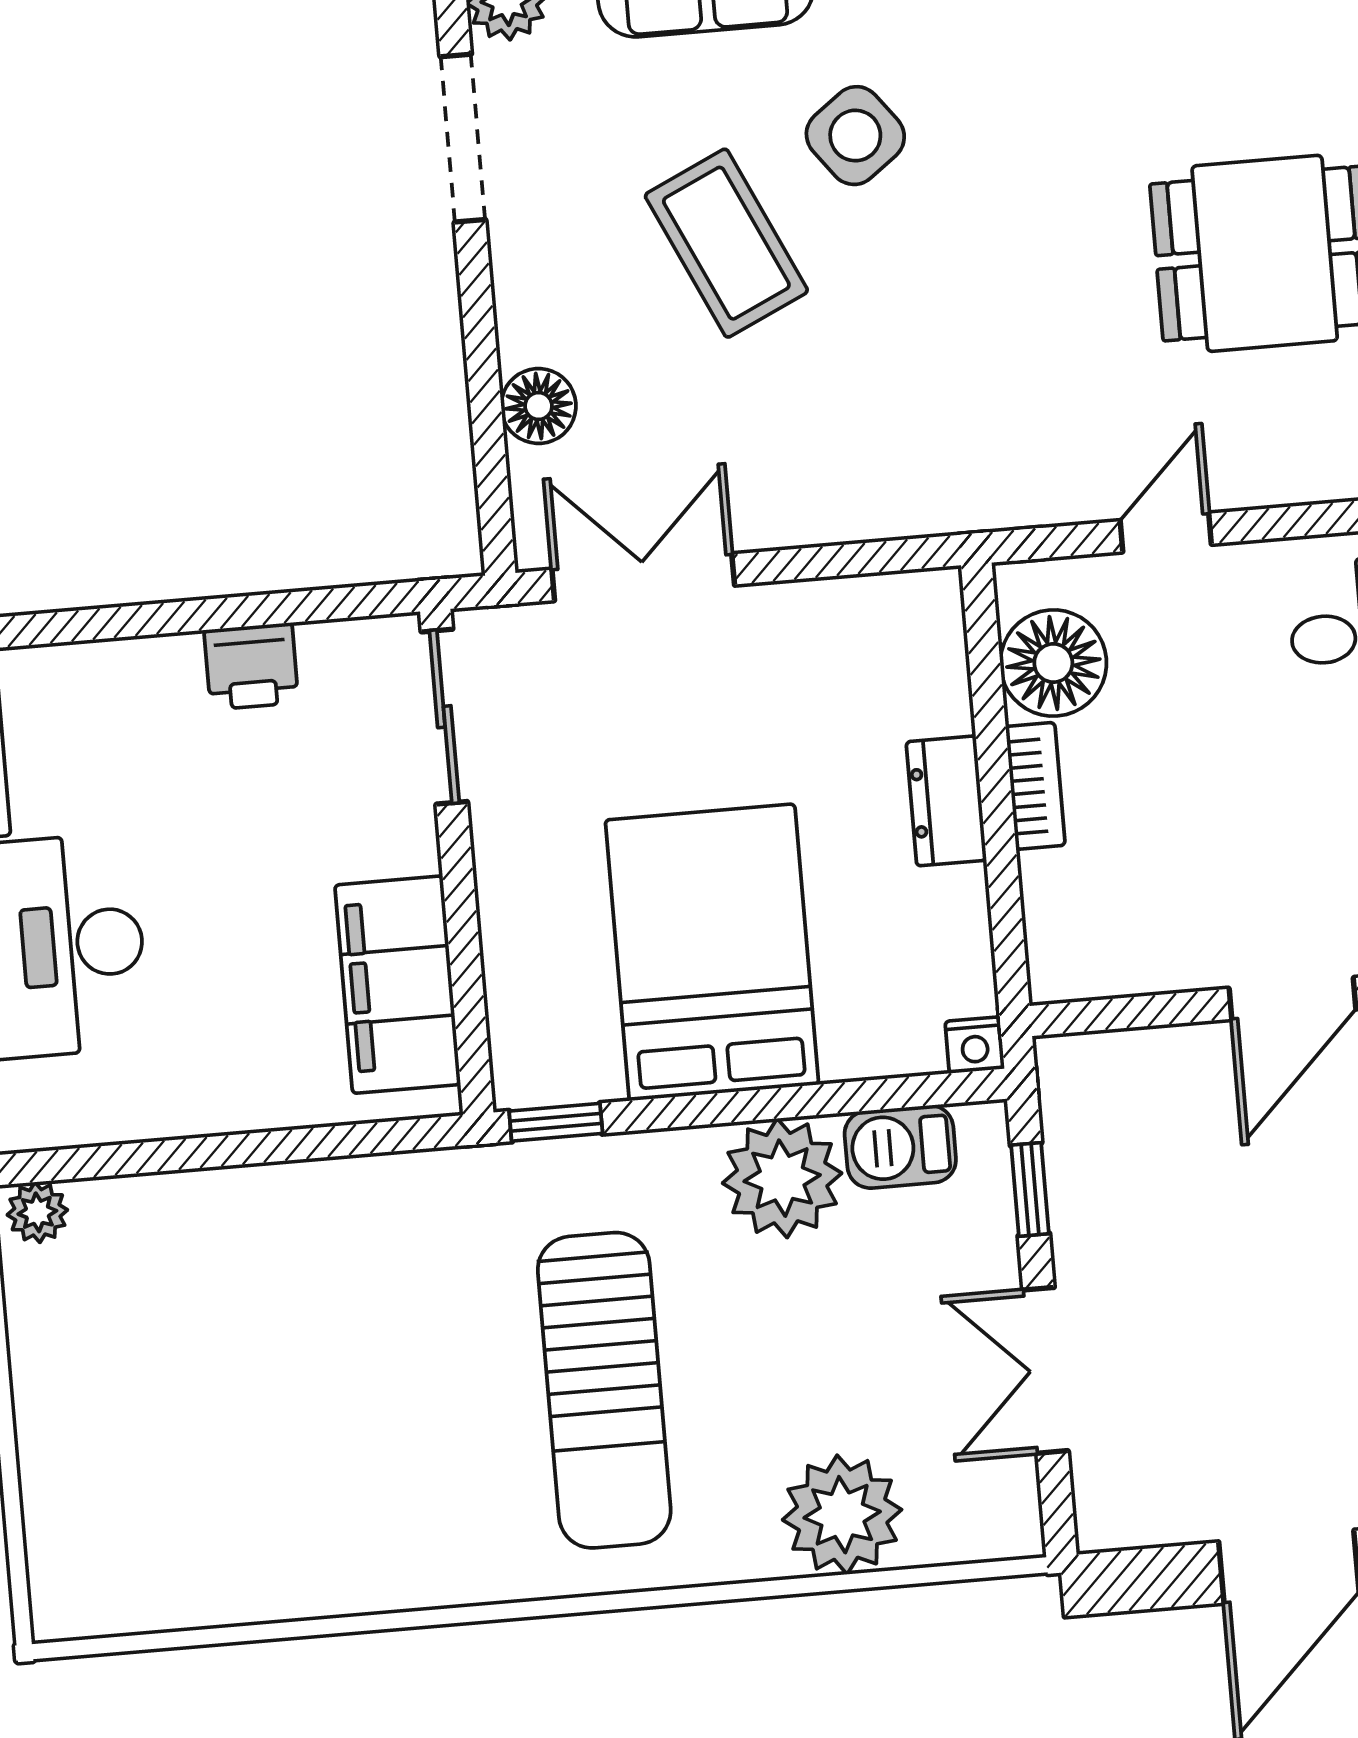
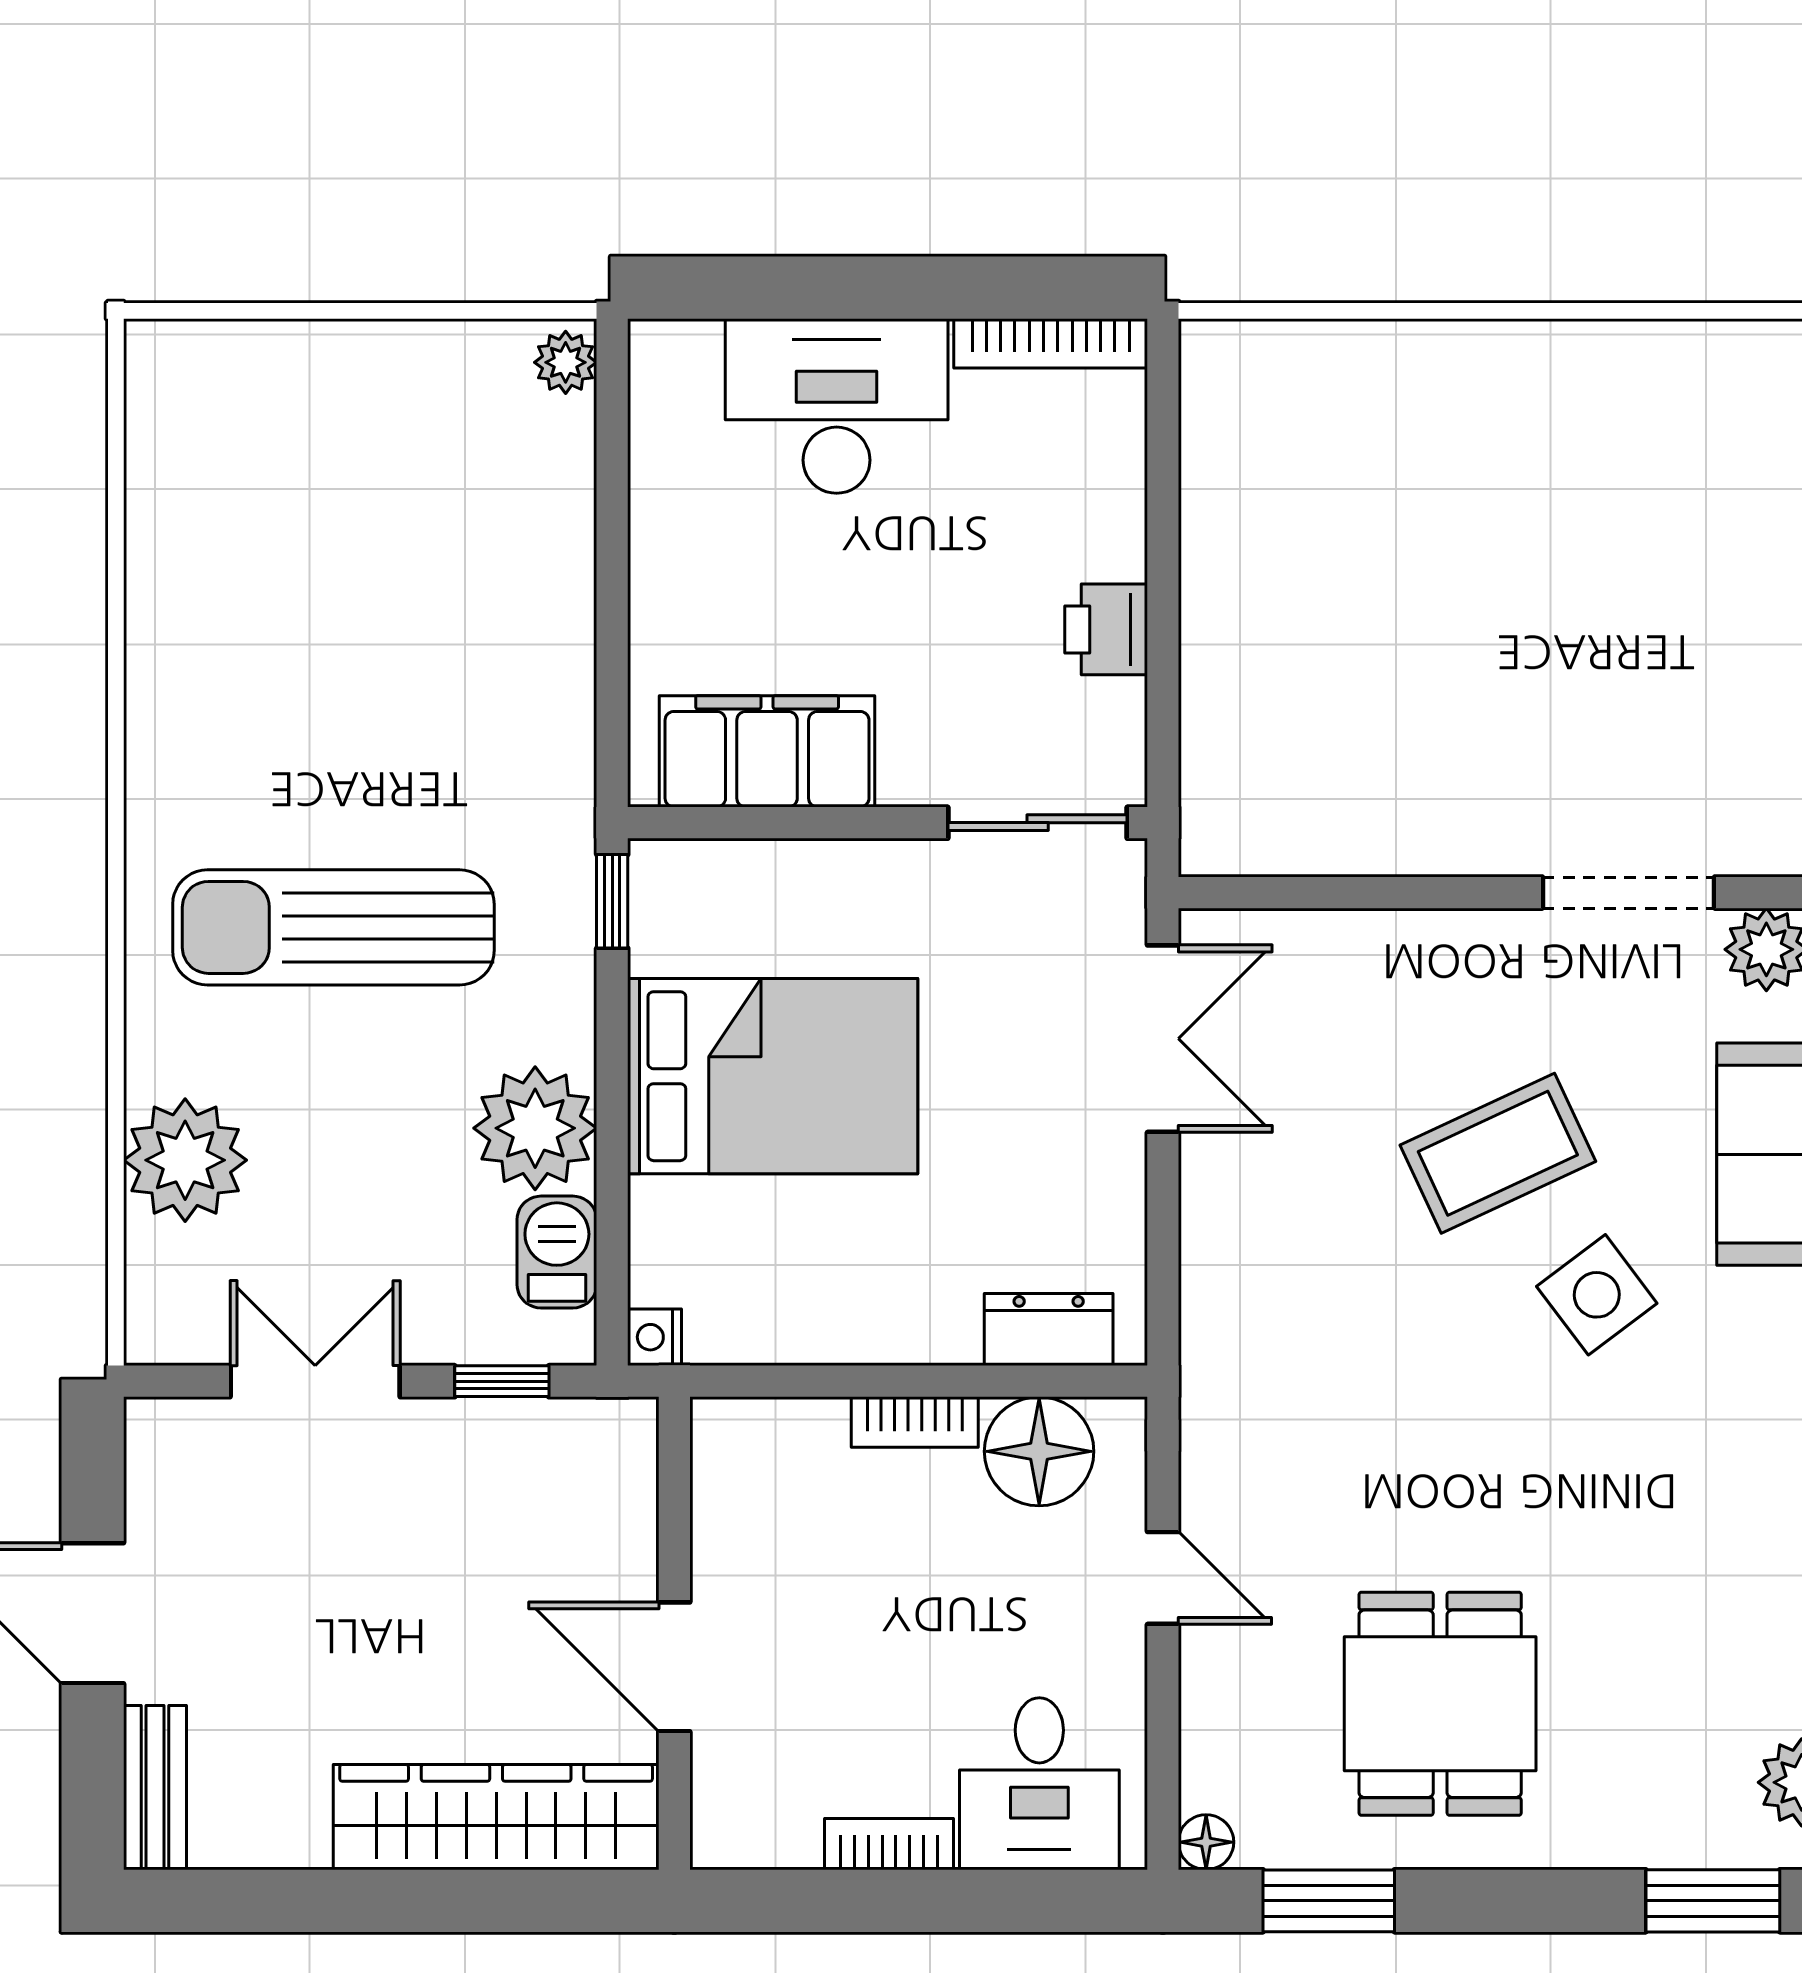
floor lamp: (539, 406) -> (1348, 947), removed
dresser: (946, 801) -> (1049, 1330), moved

